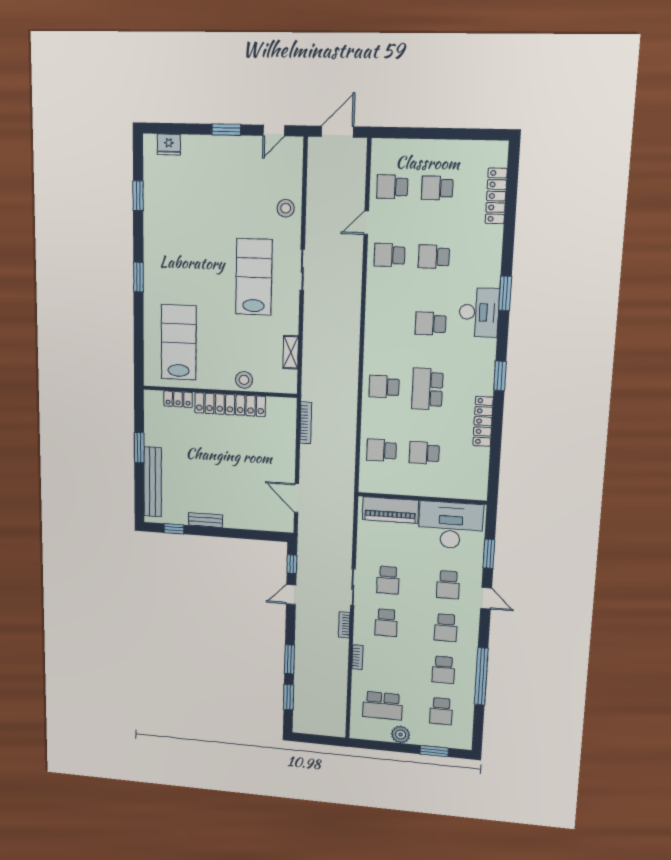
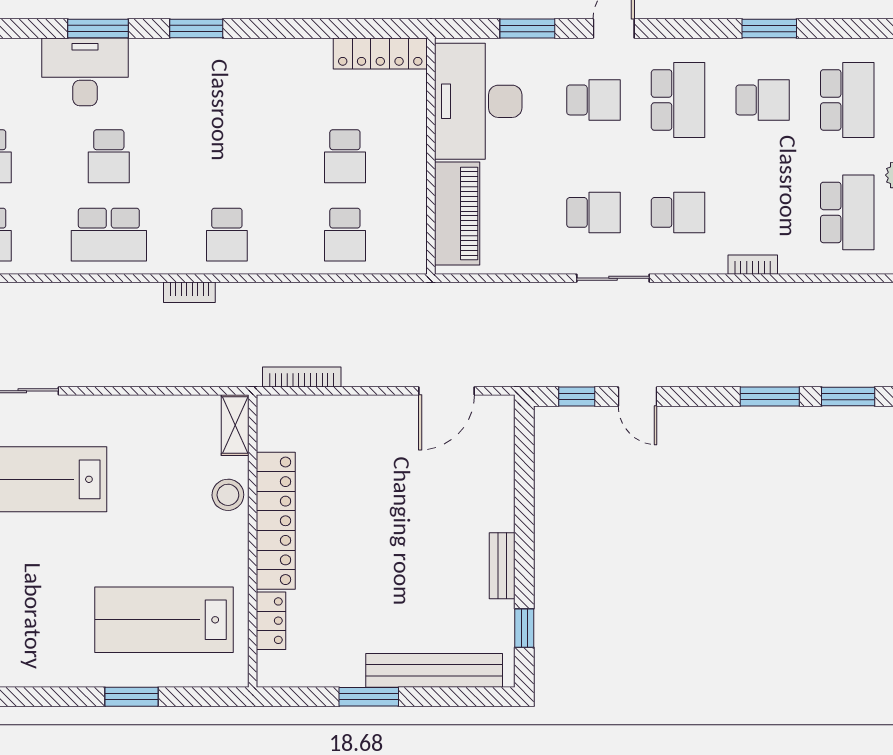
window: (138, 277) -> (132, 697), moved
window: (505, 293) -> (98, 29), moved
shelving: (291, 352) -> (235, 425), moved, turned 90
school desk: (427, 389) -> (109, 235), moved
locker: (483, 421) -> (380, 54), moved
bookcase: (344, 625) -> (189, 292), moved
school desk: (446, 628) -> (678, 100), width x1.85
window: (481, 676) -> (769, 29), width x0.47
school desk: (441, 711) -> (847, 100), width x1.85

